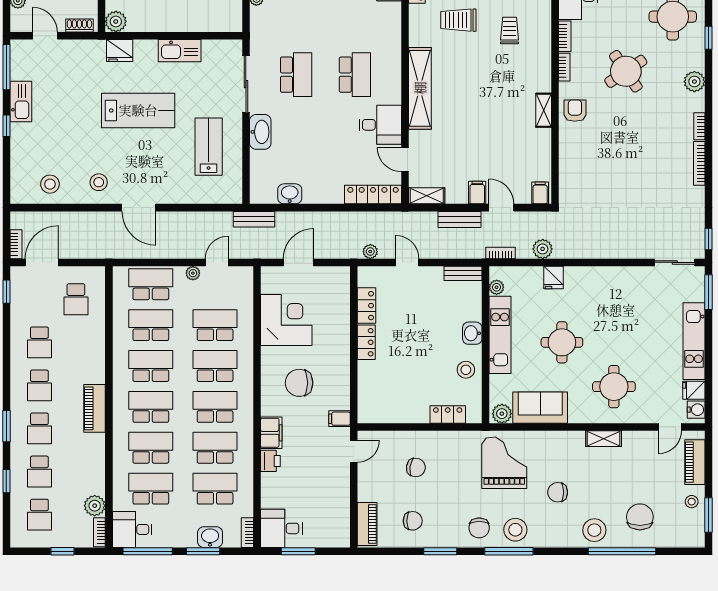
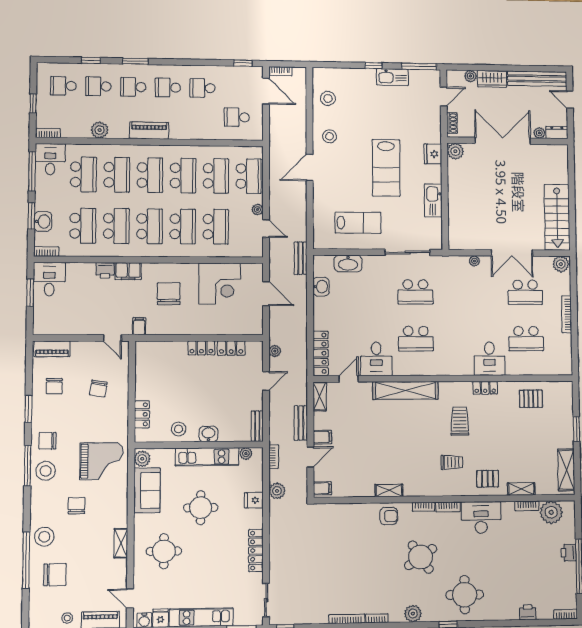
washbasin: (260, 132) -> (348, 263), moved
locker: (615, 275) -> (256, 551), added
plant: (95, 506) -> (100, 130), moved

